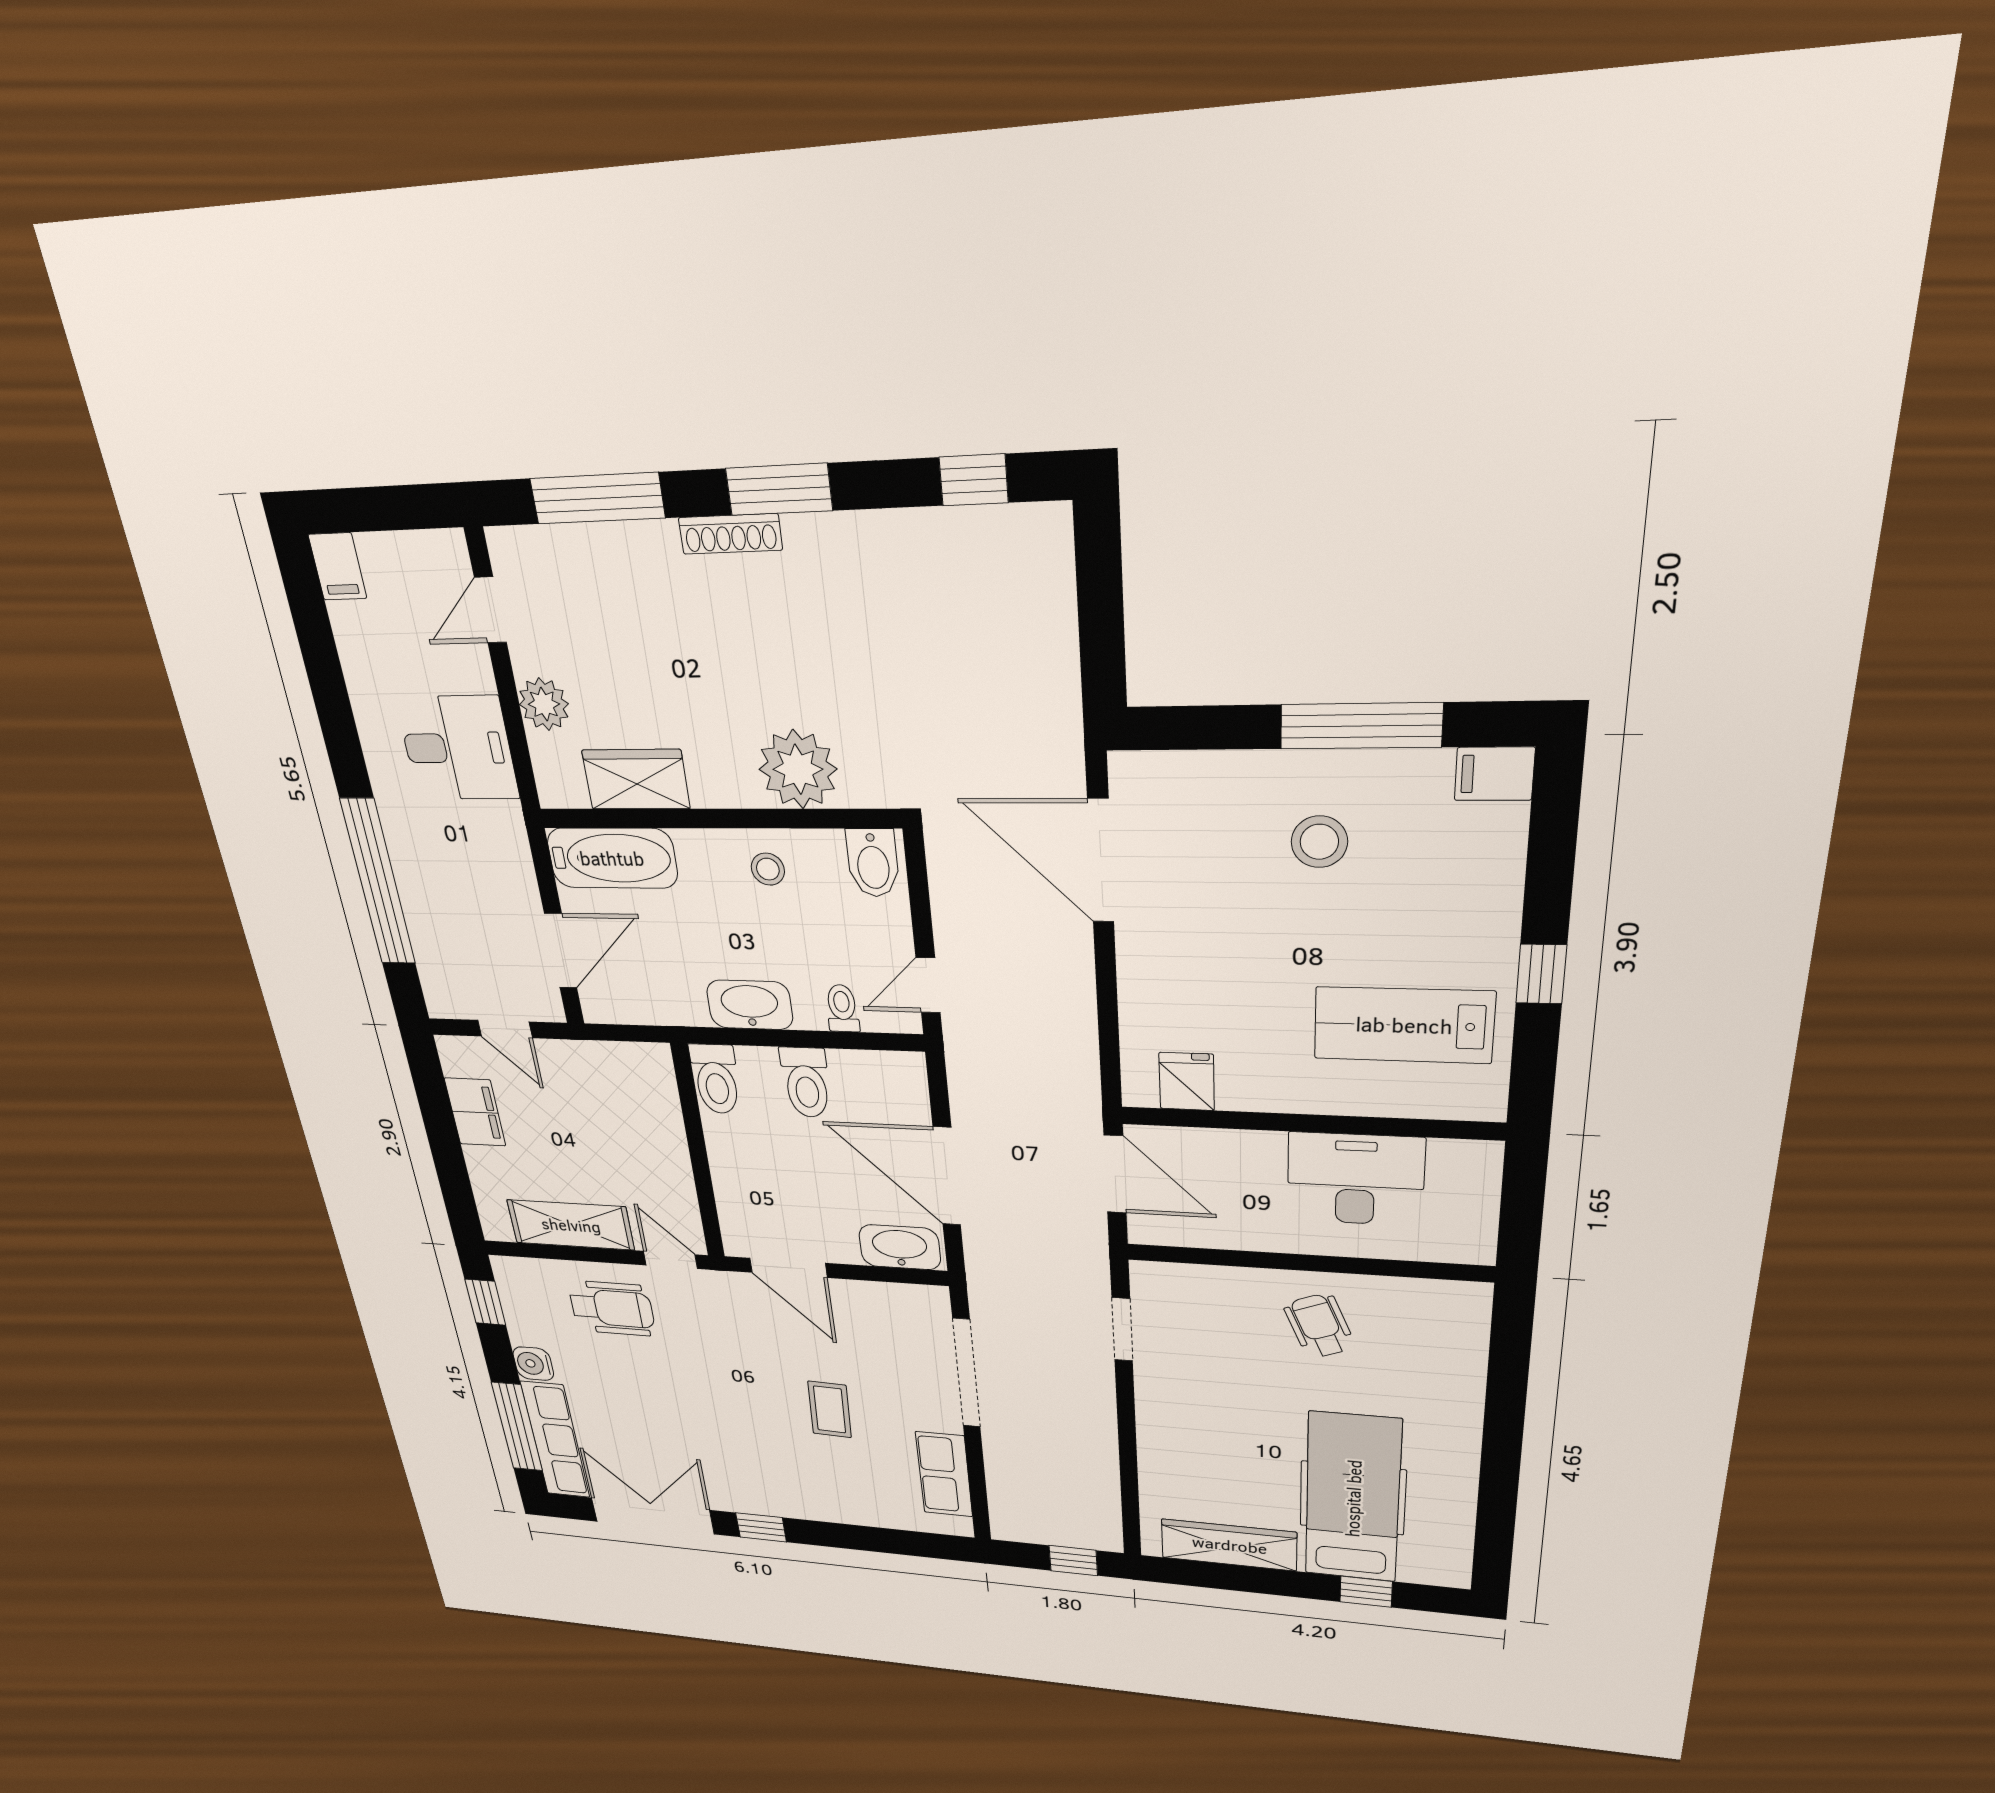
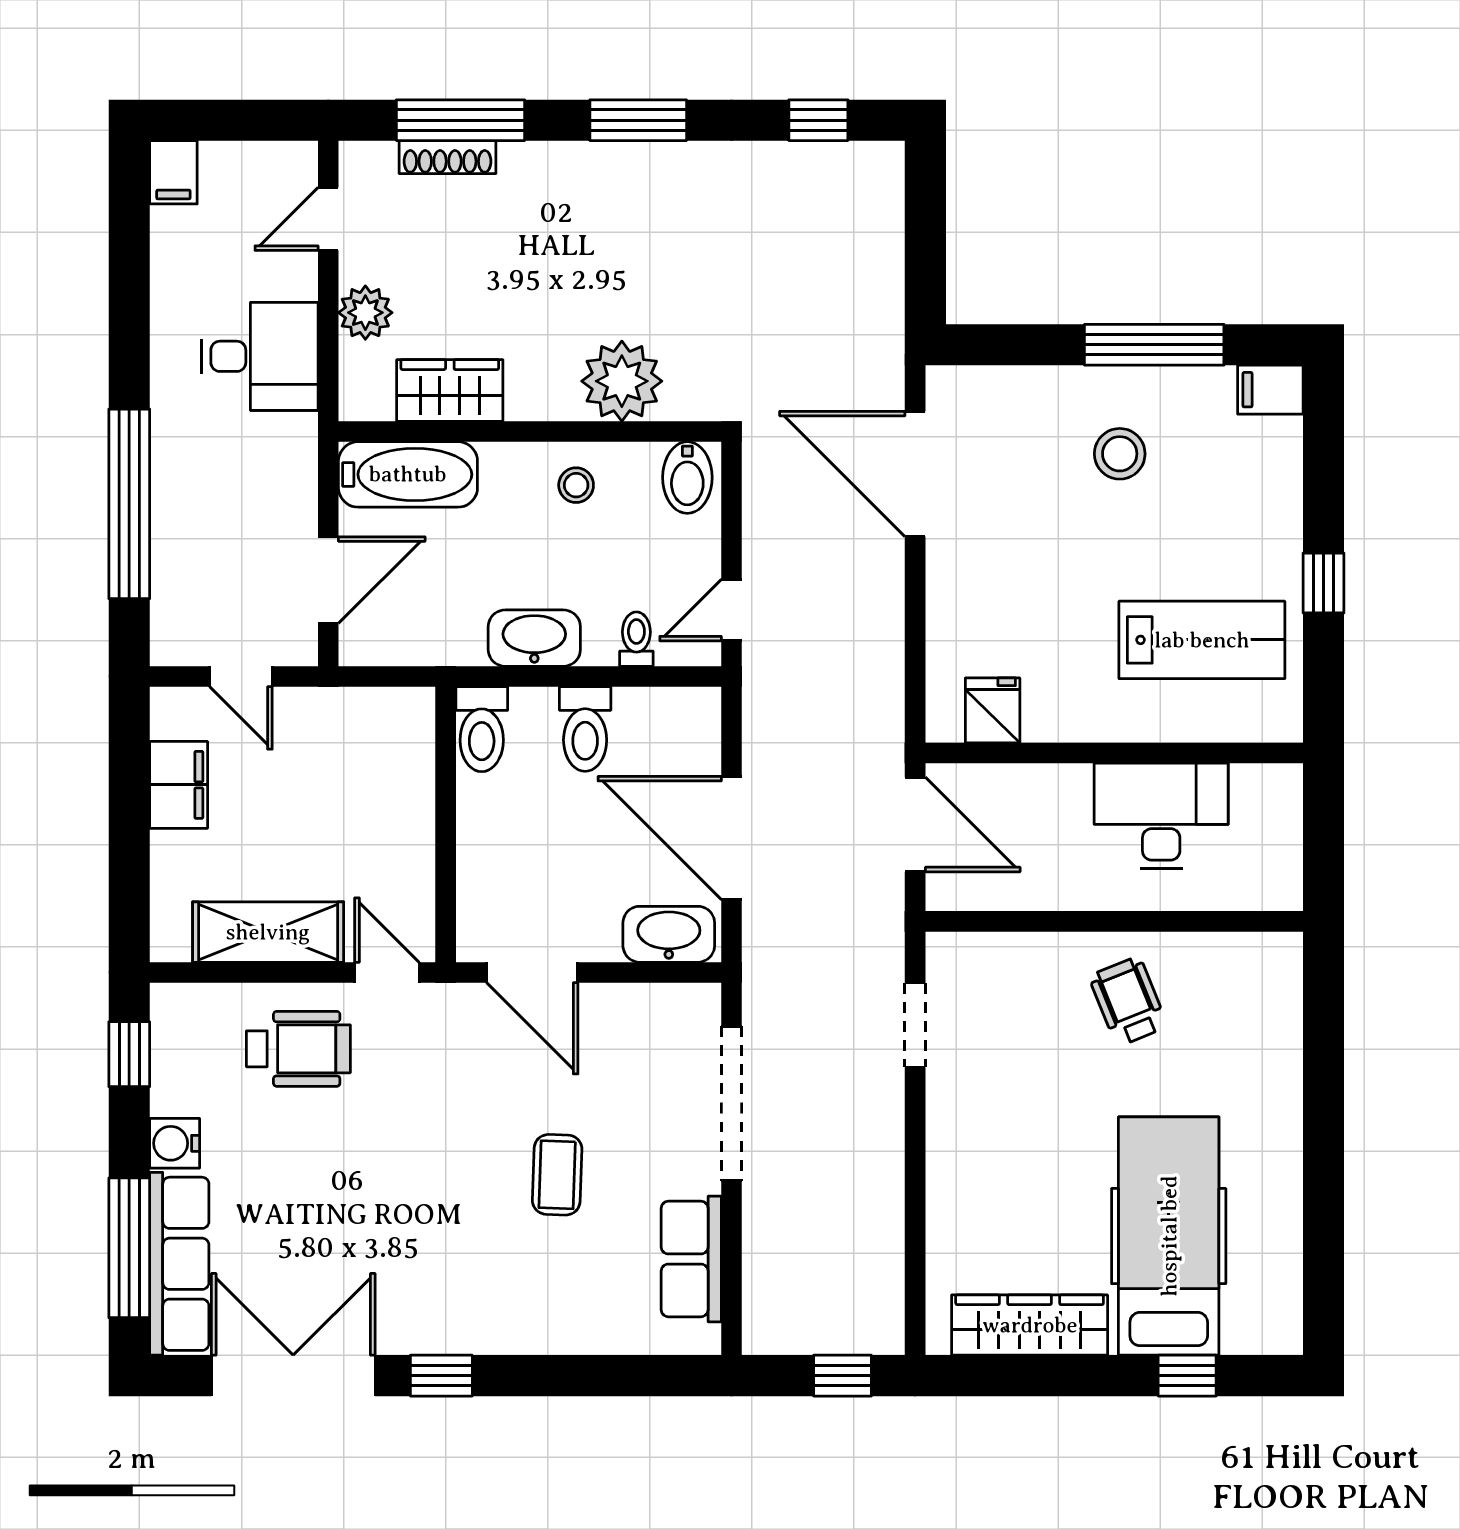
shoe rack: (730, 534) -> (447, 157), moved
lab bench: (1404, 1025) -> (1202, 640), turned 180

